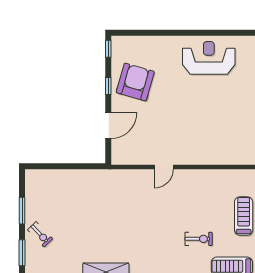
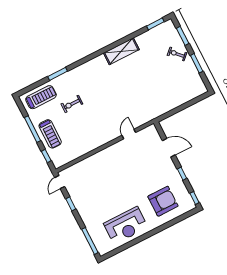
armchair: (135, 82) -> (163, 201), moved, turned -106
door: (108, 126) -> (169, 148), swing flipped
door: (164, 167) -> (129, 134), moved

